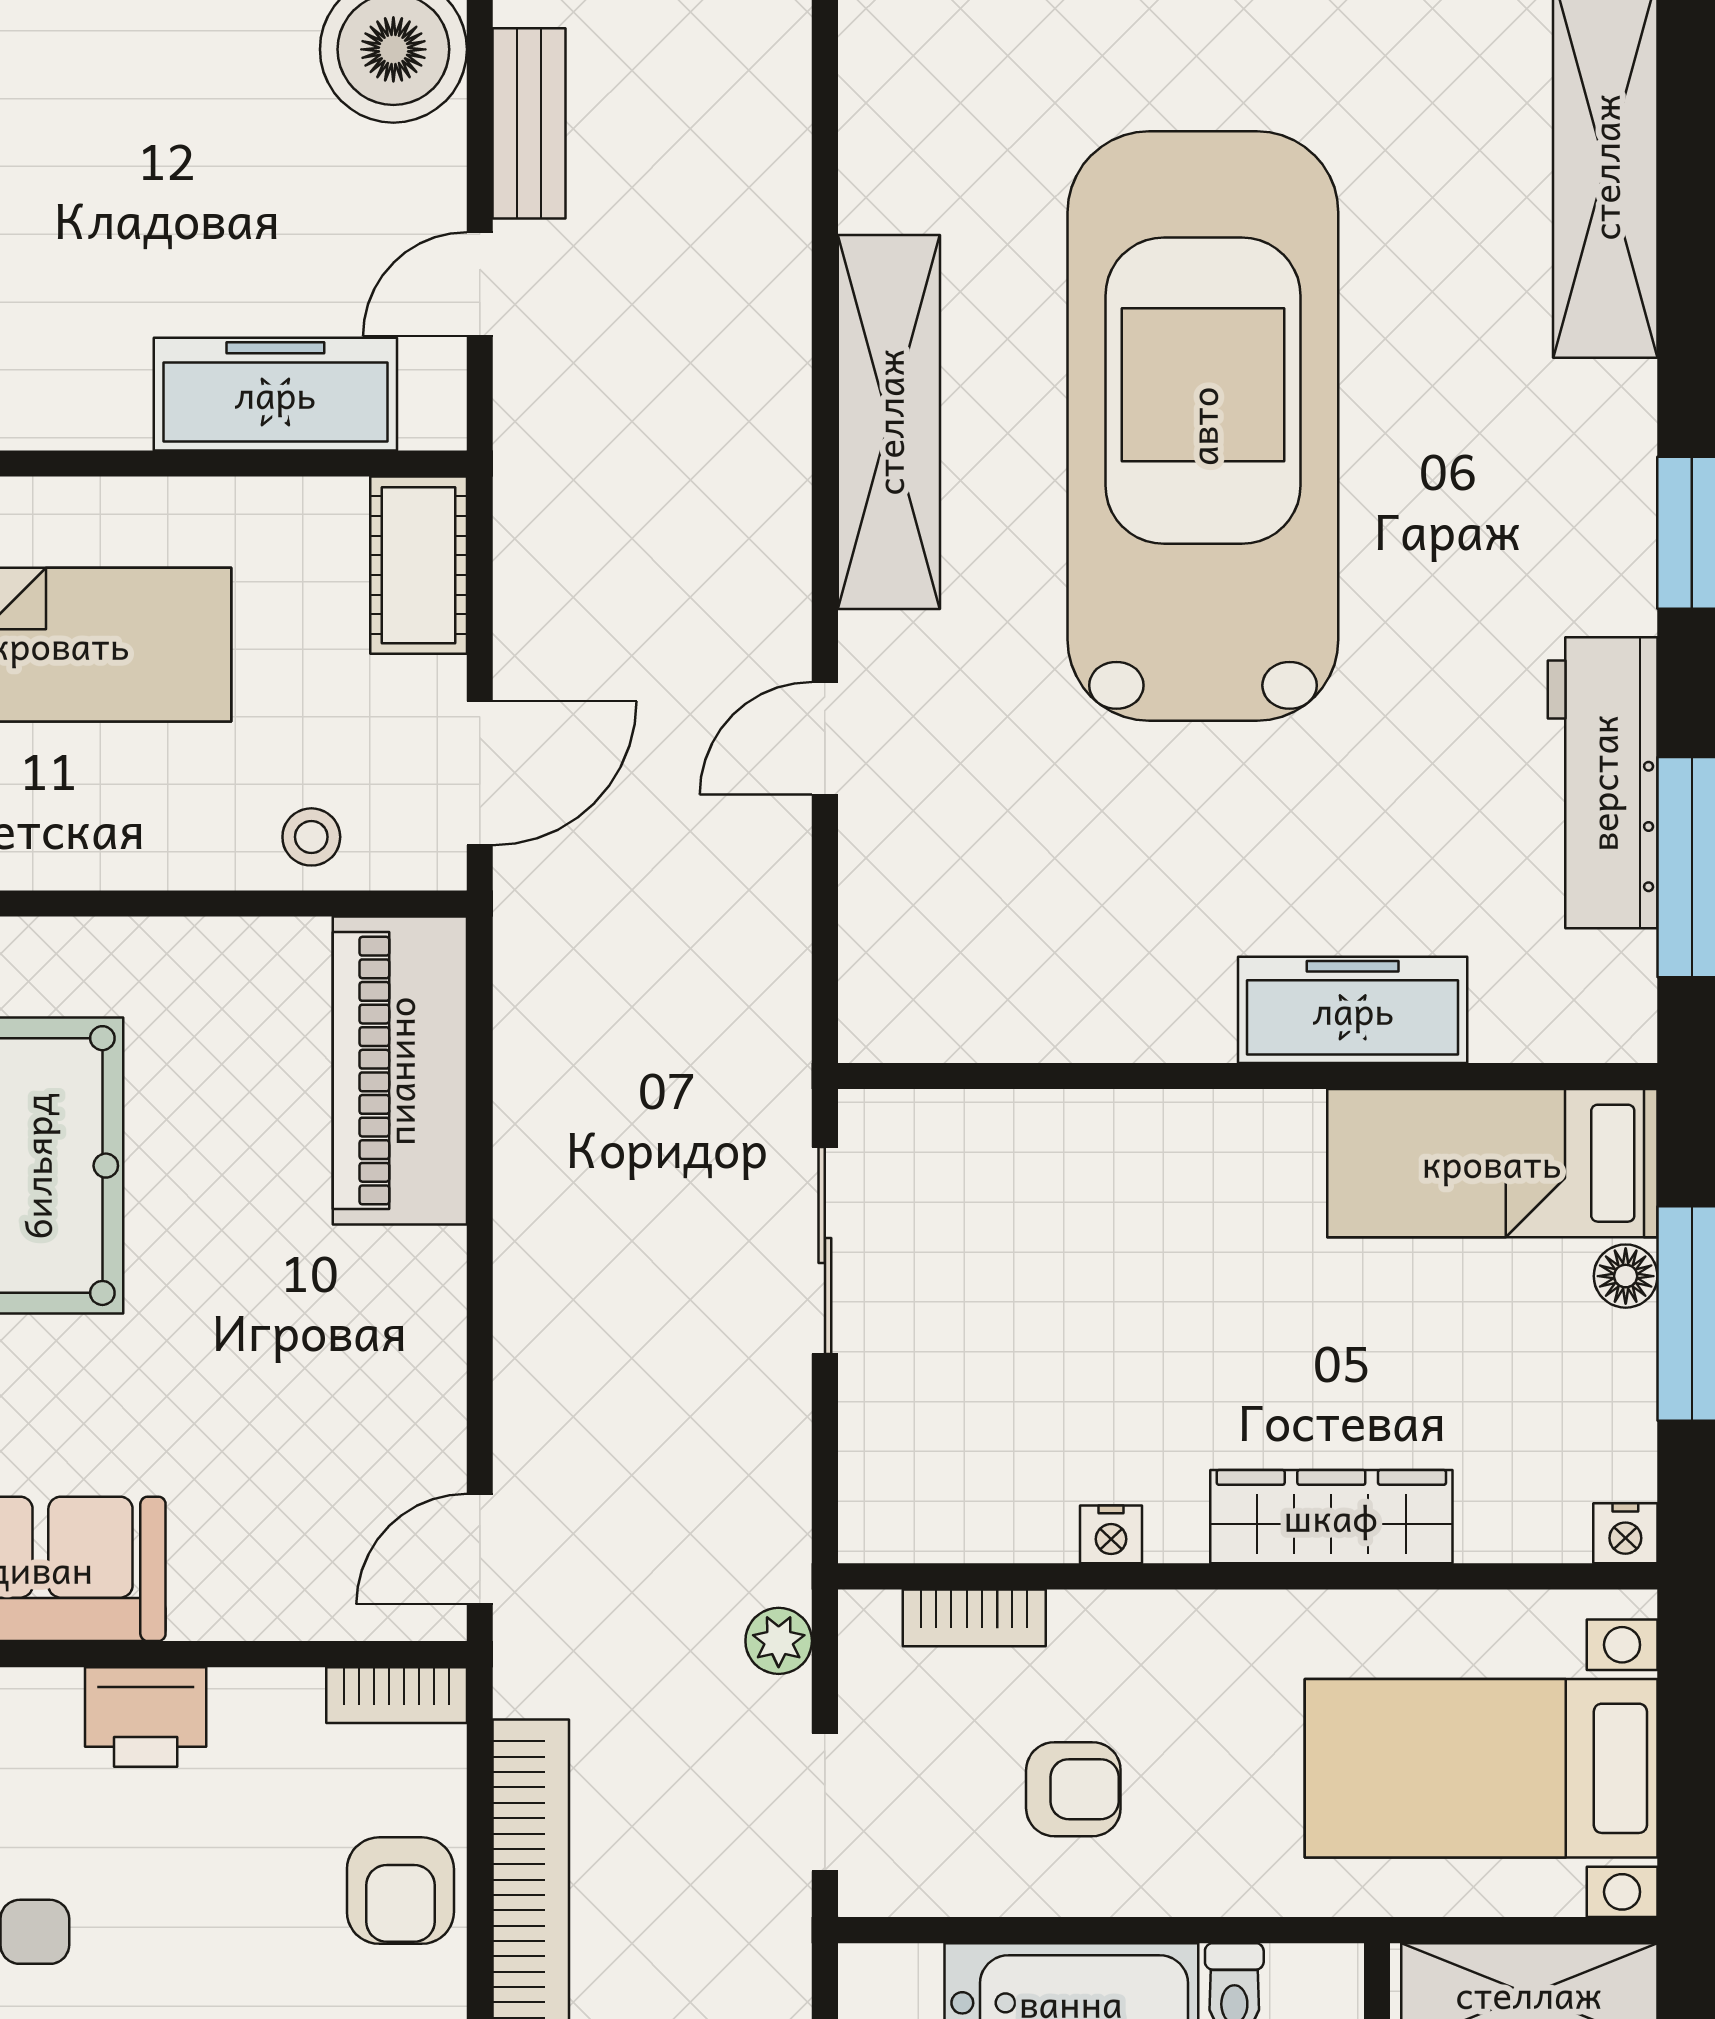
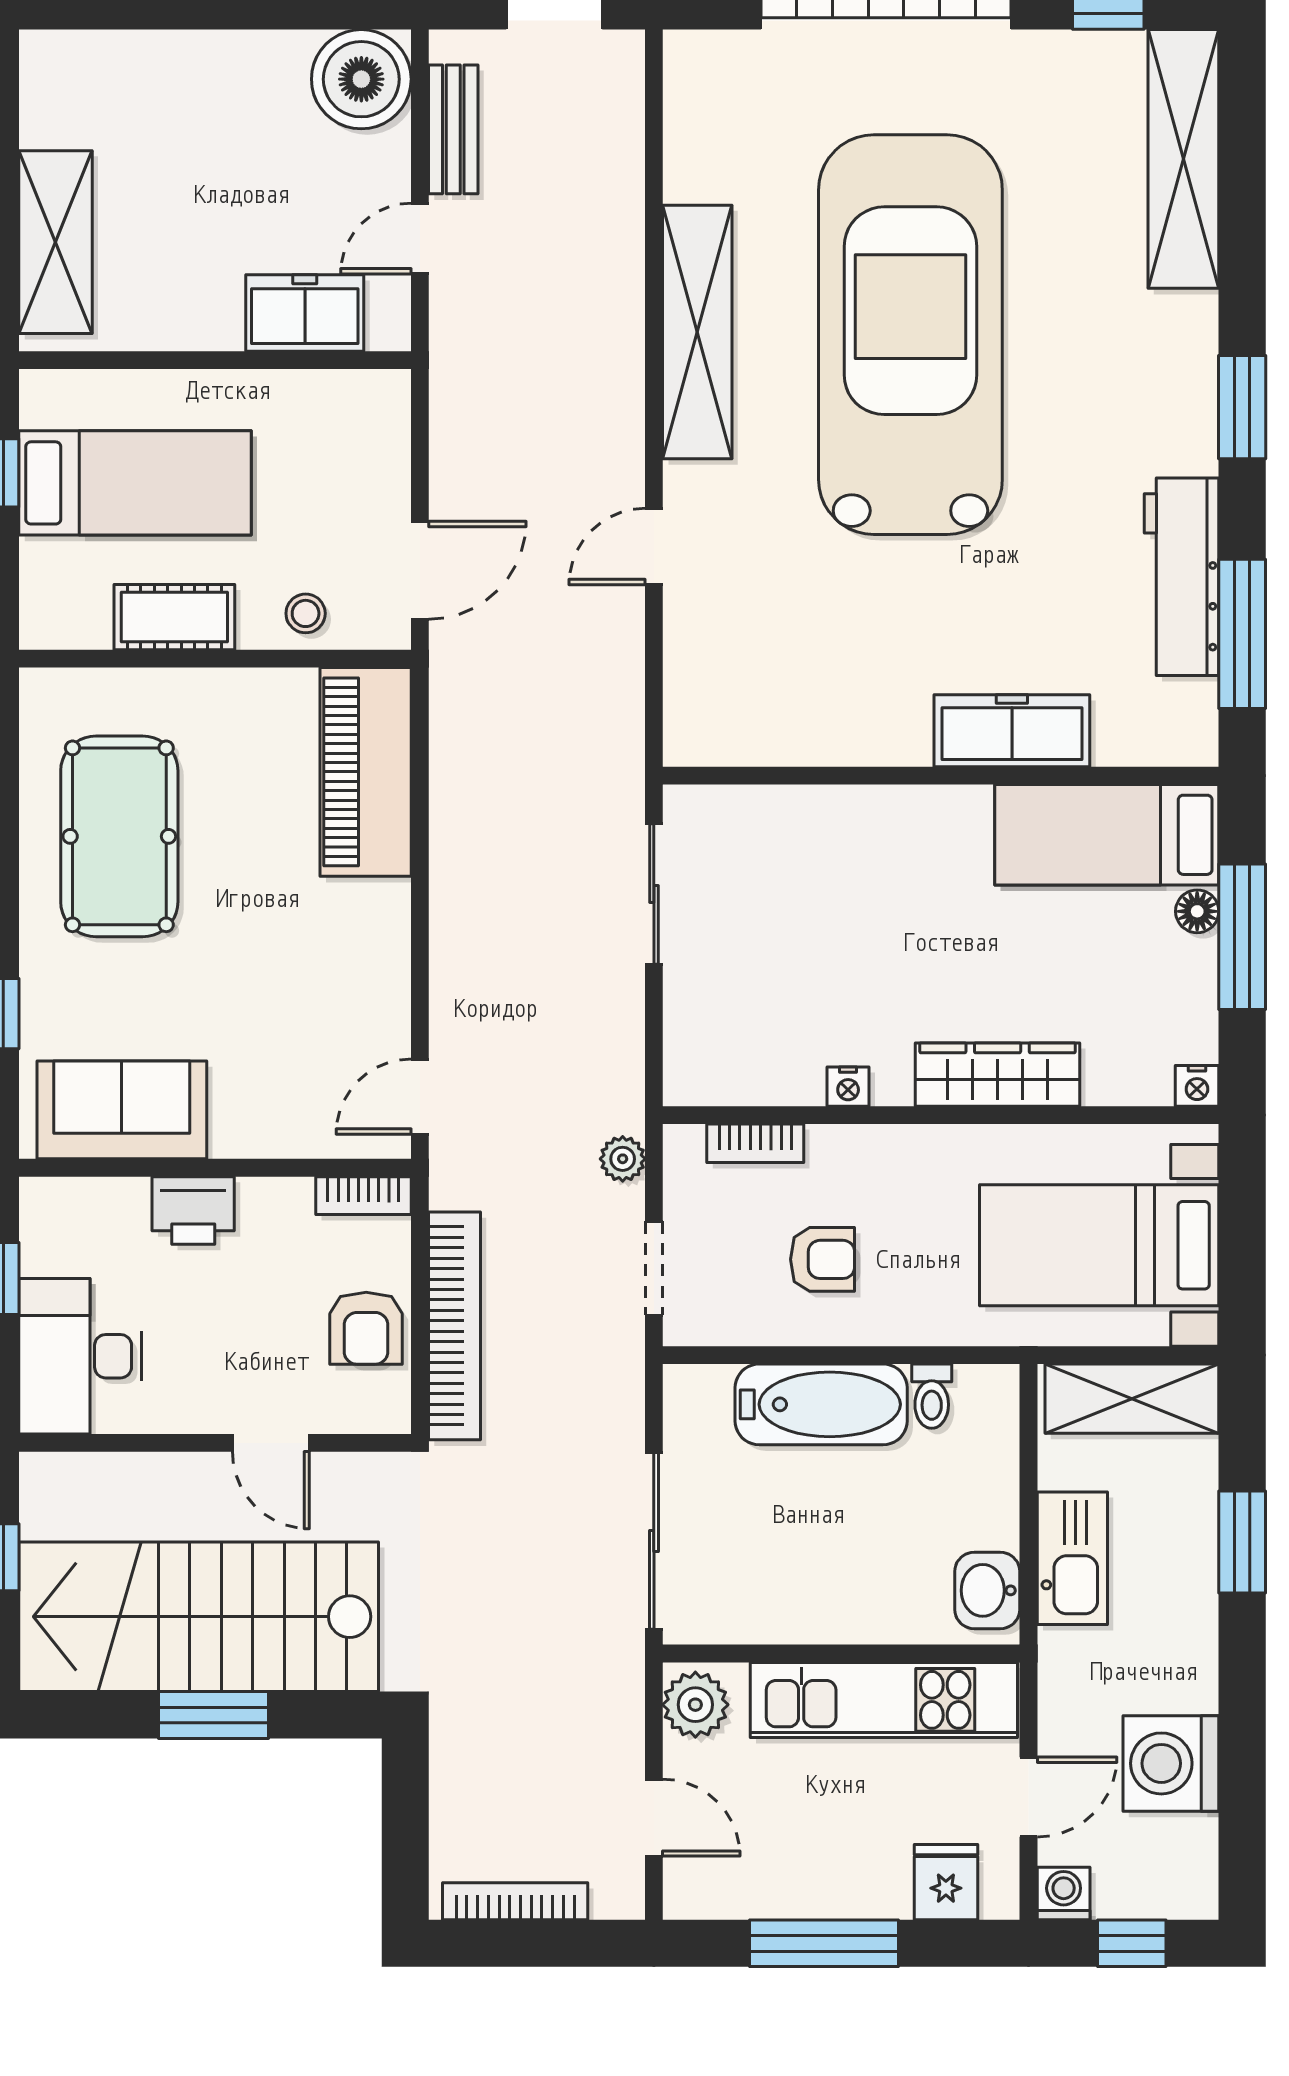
freezer: (275, 394) -> (305, 313), width x0.71
cot: (419, 565) -> (174, 617), moved, turned 90

